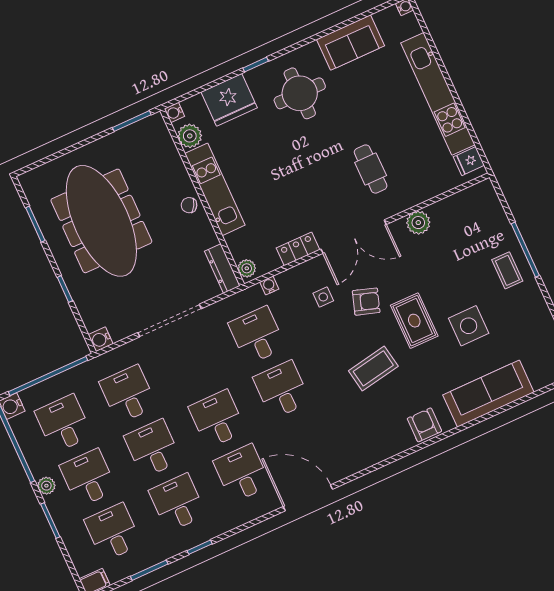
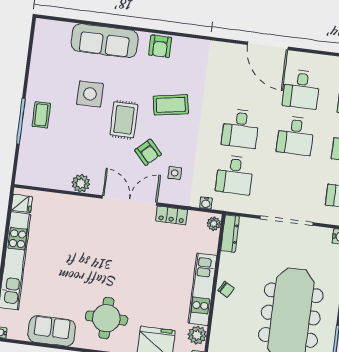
cafe table: (371, 169) -> (90, 239), removed
armchair: (366, 302) -> (148, 152), turned -151

